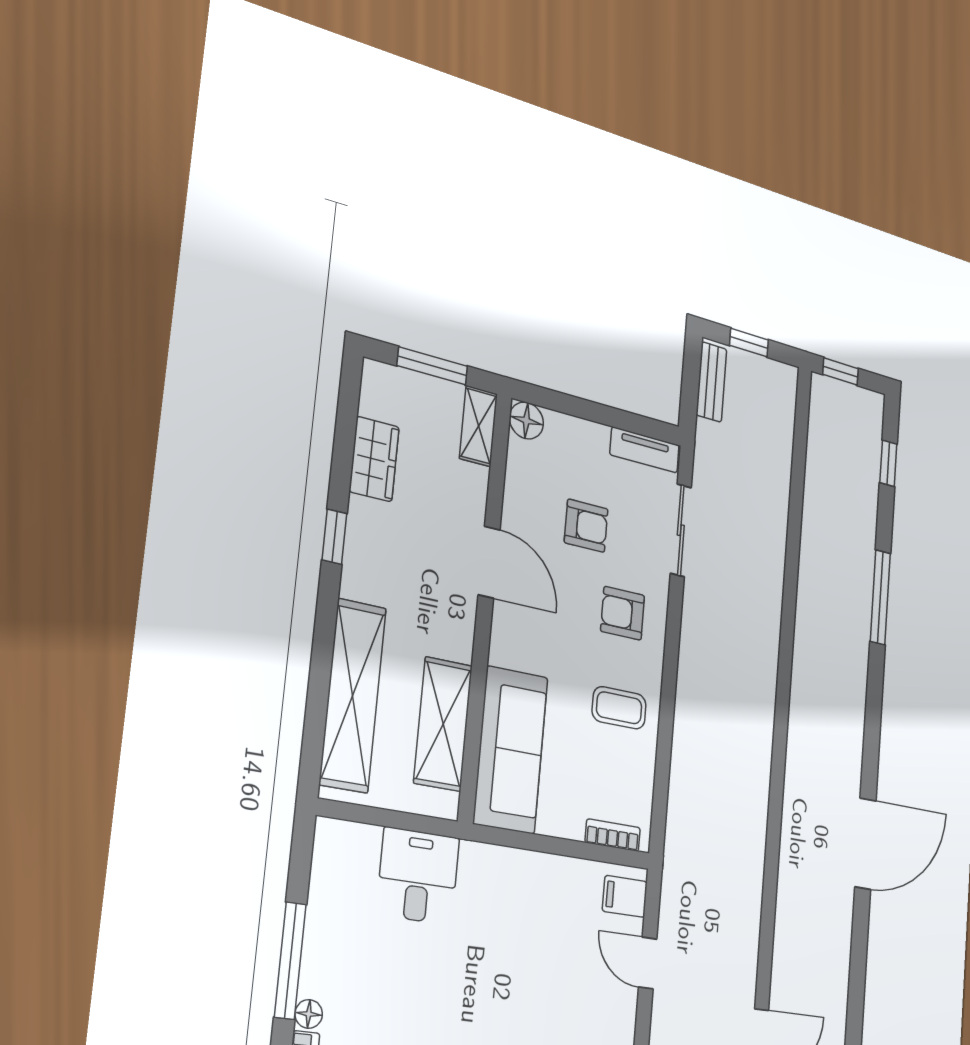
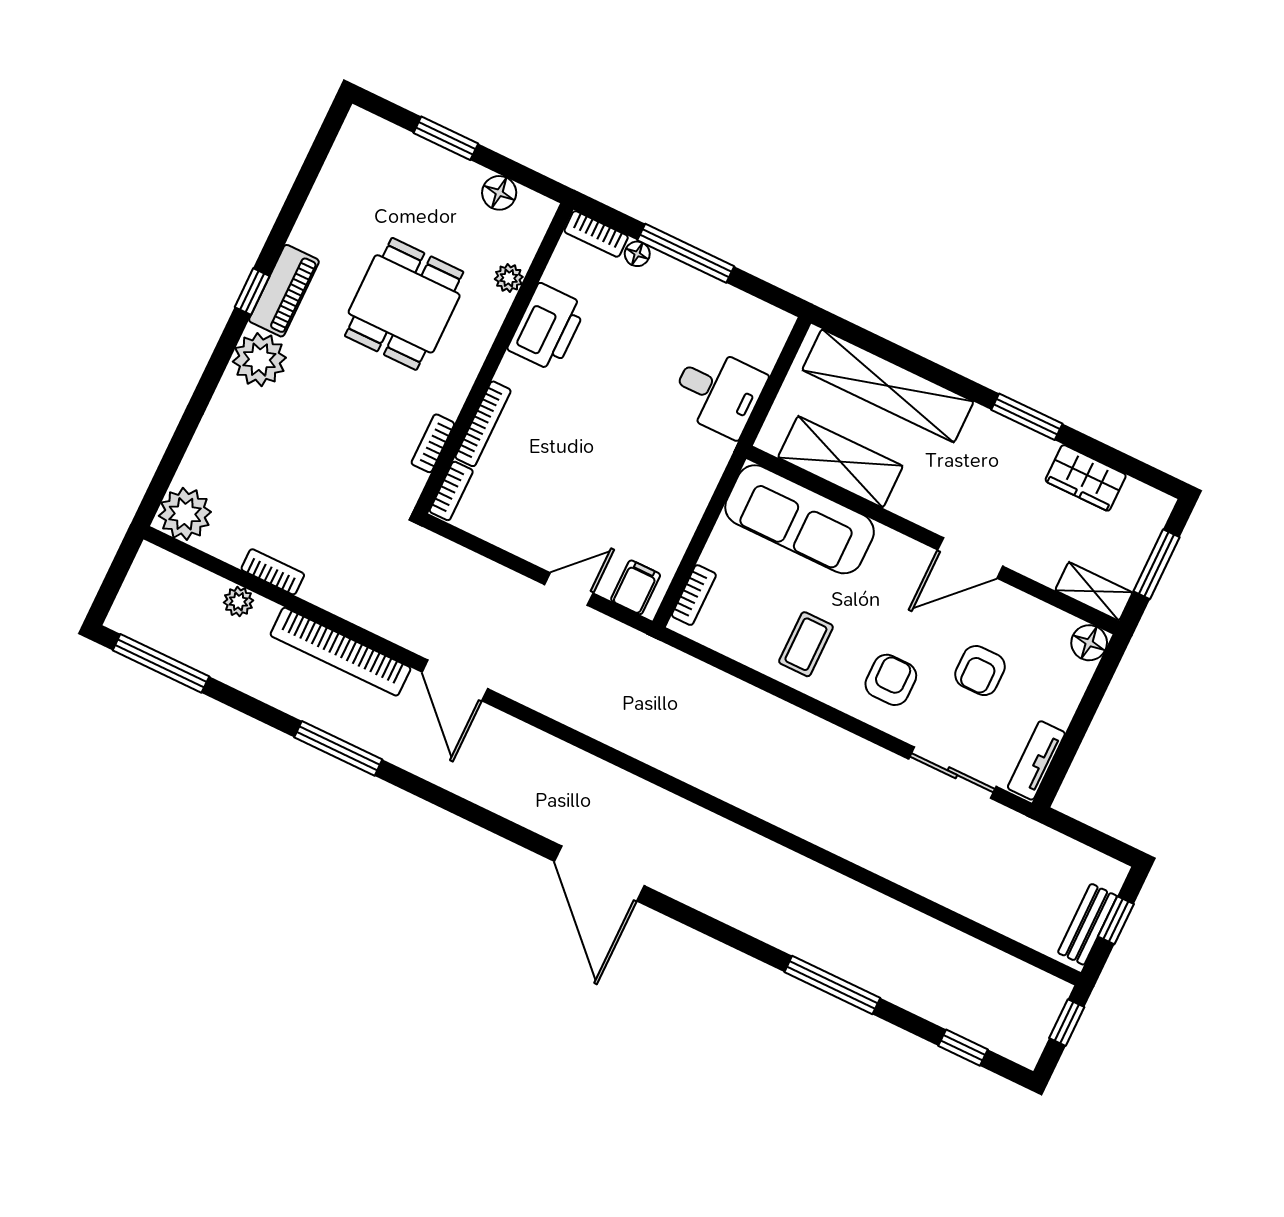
bench: (711, 382) -> (1087, 924), moved, turned 90
window: (334, 537) -> (1027, 417), width x1.50

